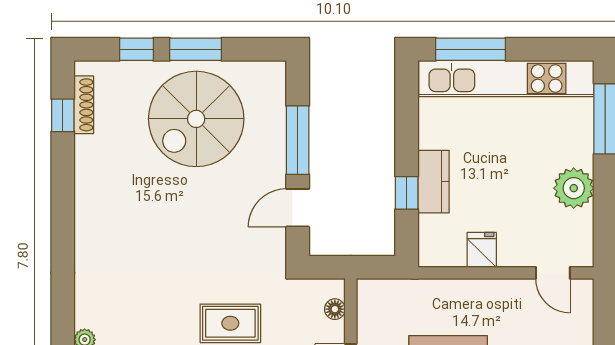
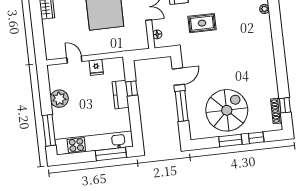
door: (553, 273) -> (74, 60), moved

